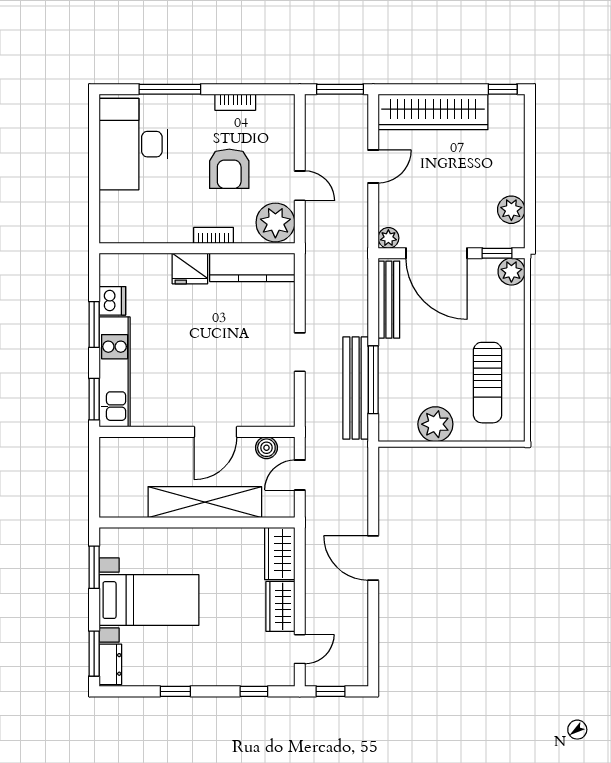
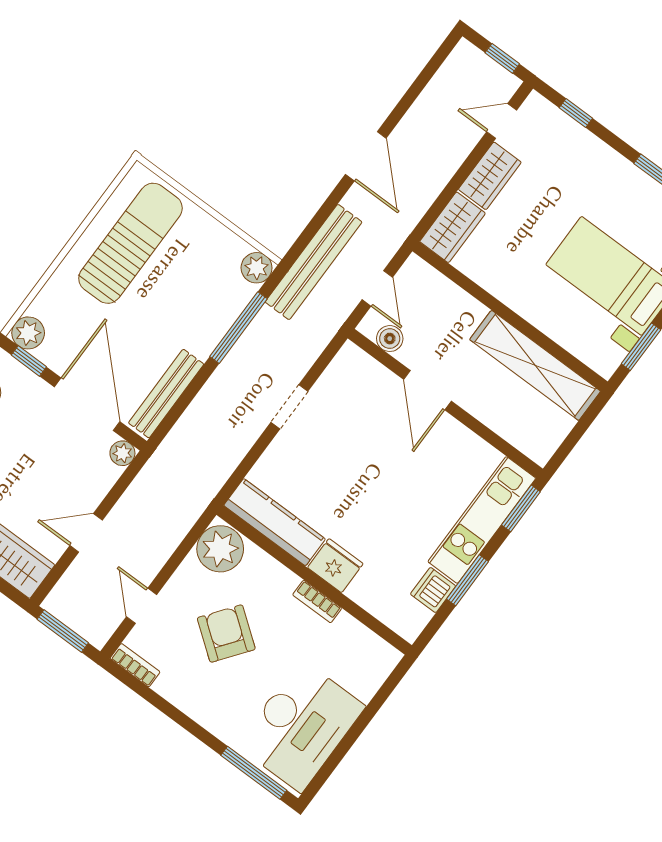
window: (170, 89) -> (254, 773), moved
bookcase: (235, 102) -> (135, 665), moved
armchair: (229, 169) -> (226, 634), turned -53
door: (300, 186) -> (142, 606), moved
bookcase: (214, 235) -> (317, 602), moved
sun lounger: (488, 383) -> (130, 243), width x1.36, depth x1.34
bench: (356, 388) -> (314, 262), moved
plant: (435, 424) -> (257, 268), moved, width x0.73, depth x0.73
door: (215, 432) -> (427, 390), swing flipped
door: (300, 475) -> (377, 288), hinge flipped
shelving: (205, 502) -> (535, 365), moved

